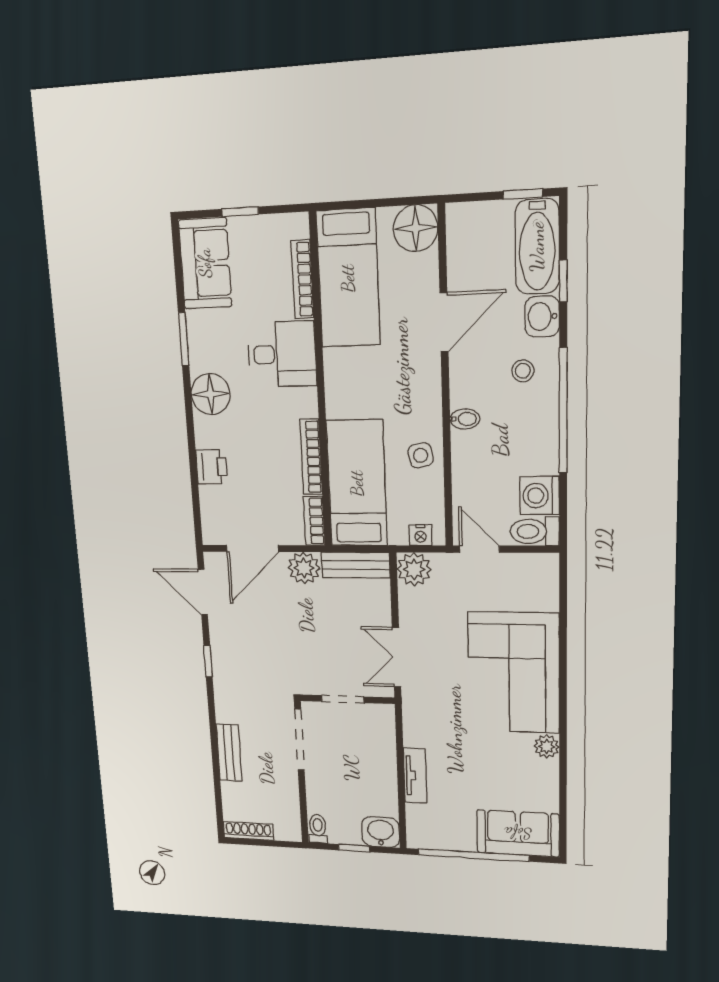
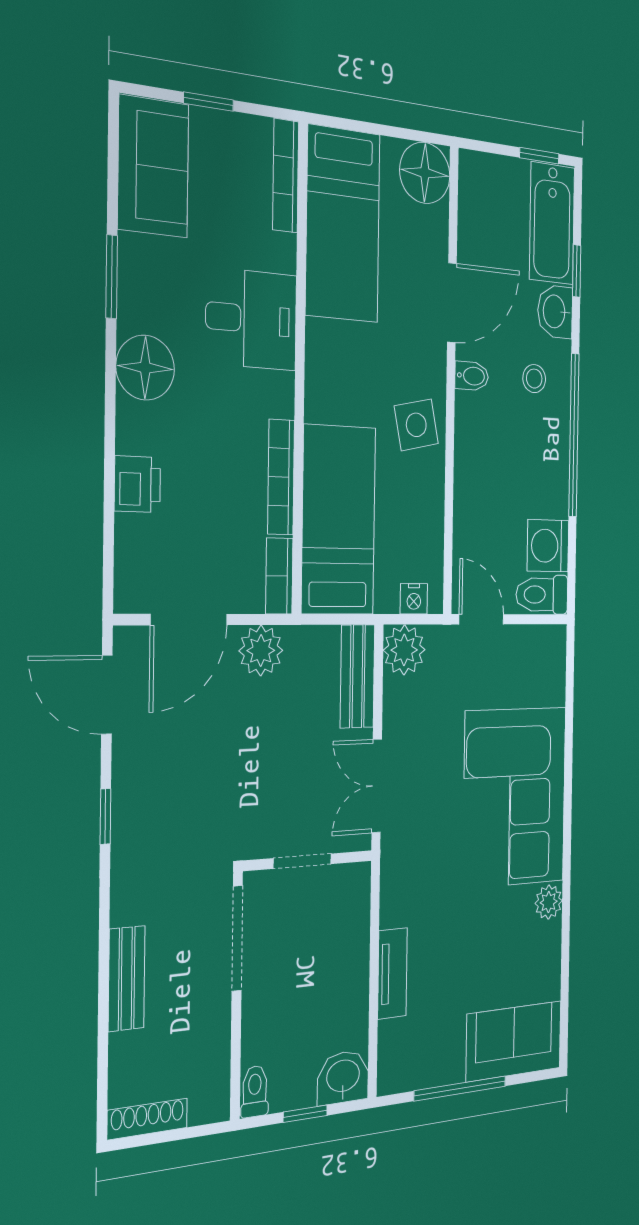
bookcase: (302, 279) -> (286, 176), moved
bidet: (465, 419) -> (472, 376), moved
side table: (421, 455) -> (416, 425), moved, width x1.37, depth x1.37
bench: (356, 565) -> (357, 676), moved, turned 90
window: (473, 855) -> (460, 1089), width x0.68

